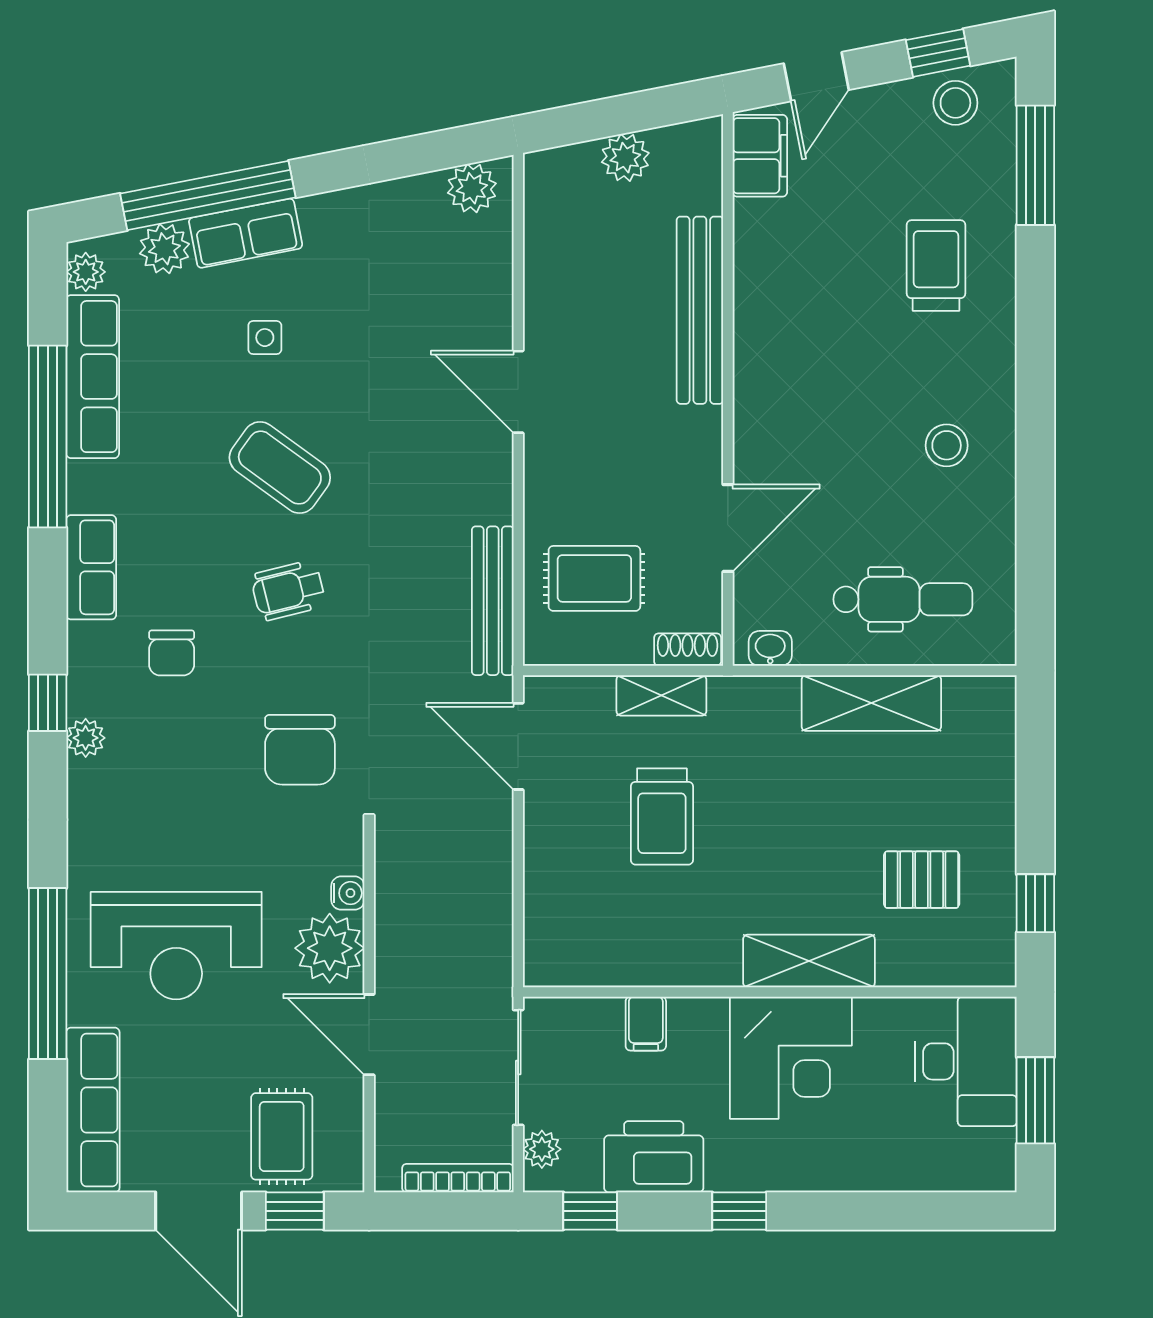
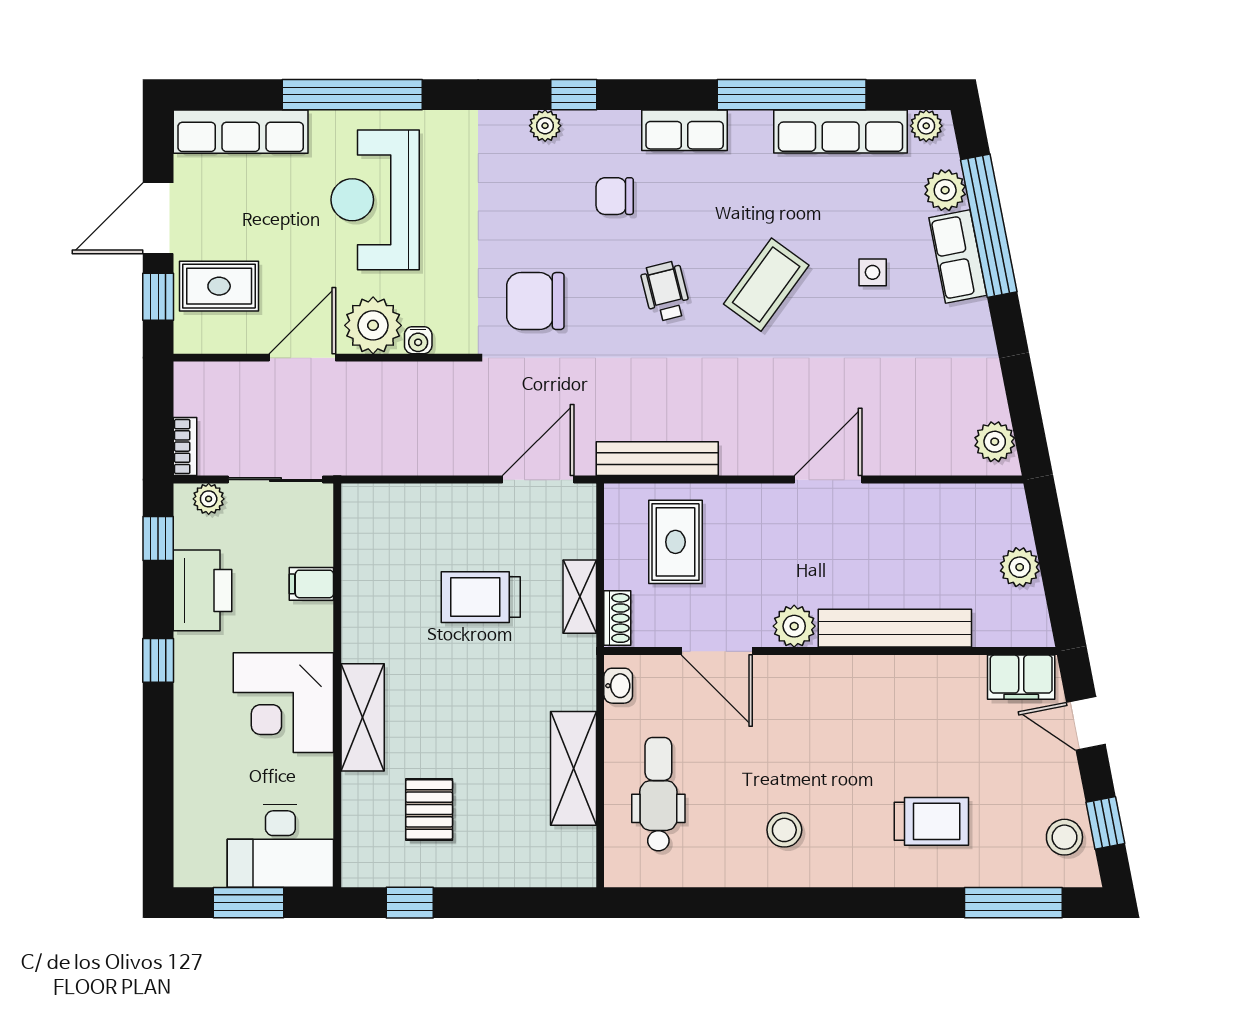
plant: (697, 433) -> (794, 626), added
dental chair: (903, 599) -> (658, 794), turned 180
bookcase: (458, 1178) -> (185, 447), width x0.64

